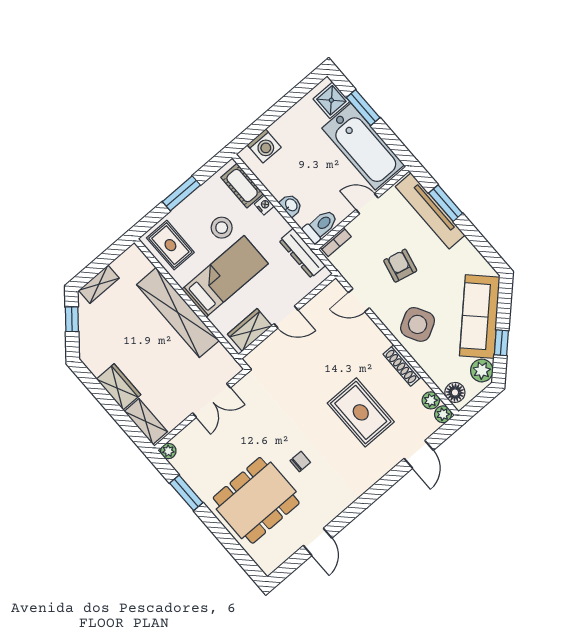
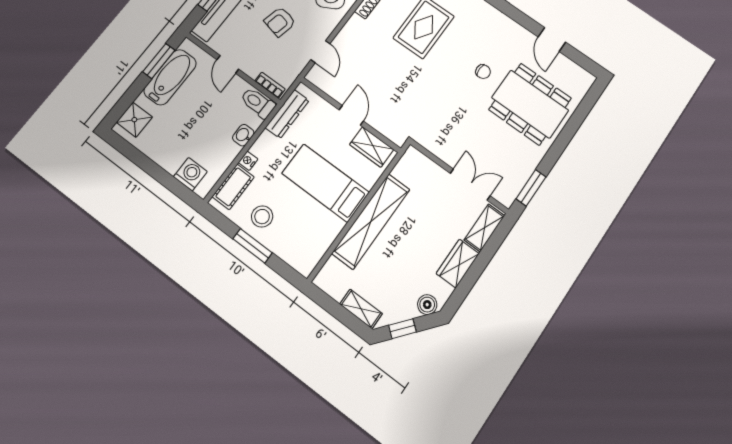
window: (363, 108) -> (159, 61), moved
bathtub: (363, 147) -> (170, 77), width x0.73, depth x0.73
stool: (222, 228) -> (262, 217), moved
rug: (170, 245) -> (306, 245), removed
boiler: (88, 348) -> (427, 305), added
double door: (211, 400) -> (470, 185), moved
plant: (168, 451) -> (507, 199), removed
chair: (300, 461) -> (483, 72), turned 180
window: (186, 493) -> (531, 188), moved
door: (318, 542) -> (552, 39), swing flipped

